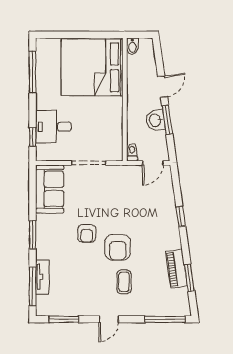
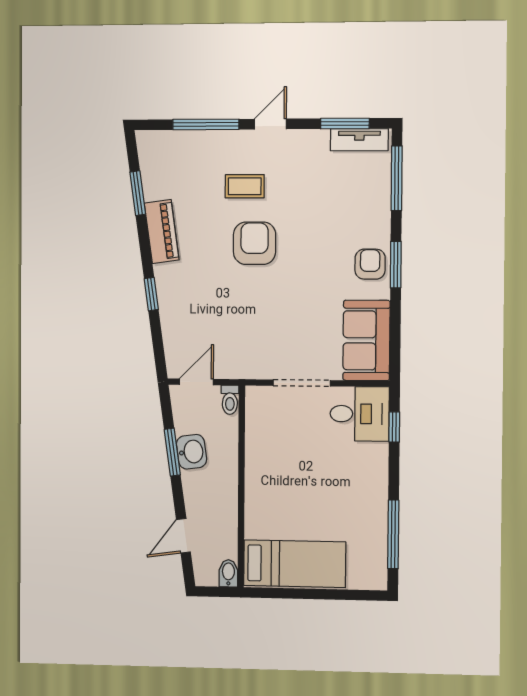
bed: (92, 67) -> (295, 564), width x0.49
door: (163, 87) -> (183, 536), moved
desk: (53, 127) -> (360, 414), moved
armchair: (87, 233) -> (370, 264), moved
piano: (177, 269) -> (162, 232), moved
tv unit: (42, 277) -> (359, 140), moved, turned -90
coffee table: (124, 282) -> (245, 186), turned 90
window: (165, 319) -> (206, 124), moved

